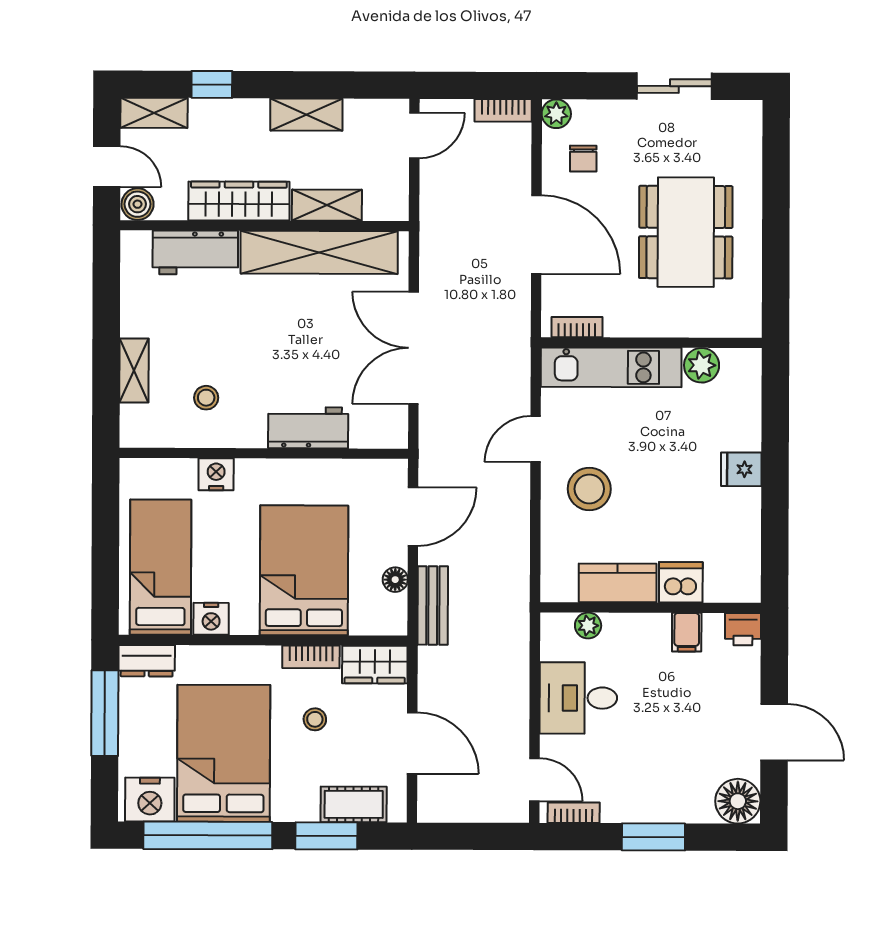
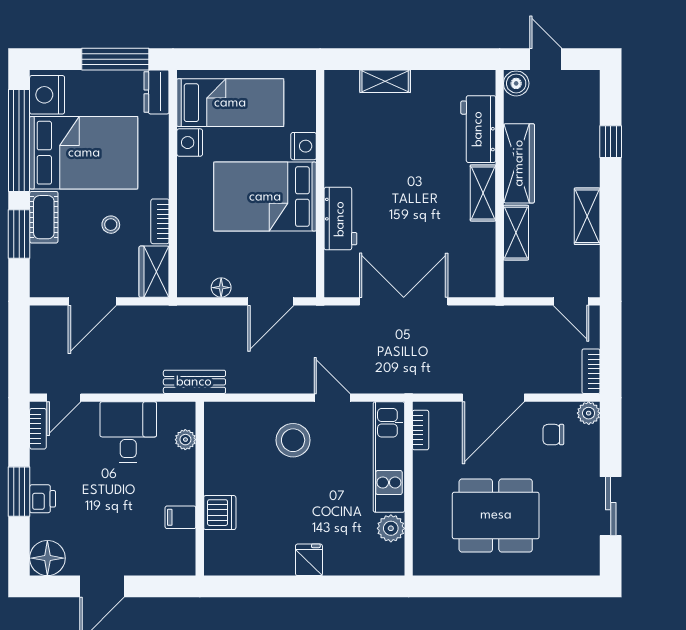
shelving: (154, 113) -> (588, 96), removed
door: (107, 166) -> (546, 59), swing flipped
shelving: (319, 252) -> (483, 193), width x0.45, depth x0.75
stool: (206, 398) -> (364, 138), removed
door: (413, 516) -> (271, 301), hinge flipped
bed: (304, 570) -> (265, 197), moved, turned 180
kitchen counter: (618, 583) -> (219, 463), removed
bench: (433, 605) -> (194, 382), moved
printer: (743, 629) -> (43, 499), moved, turned 180
cot: (354, 804) -> (44, 217), moved

